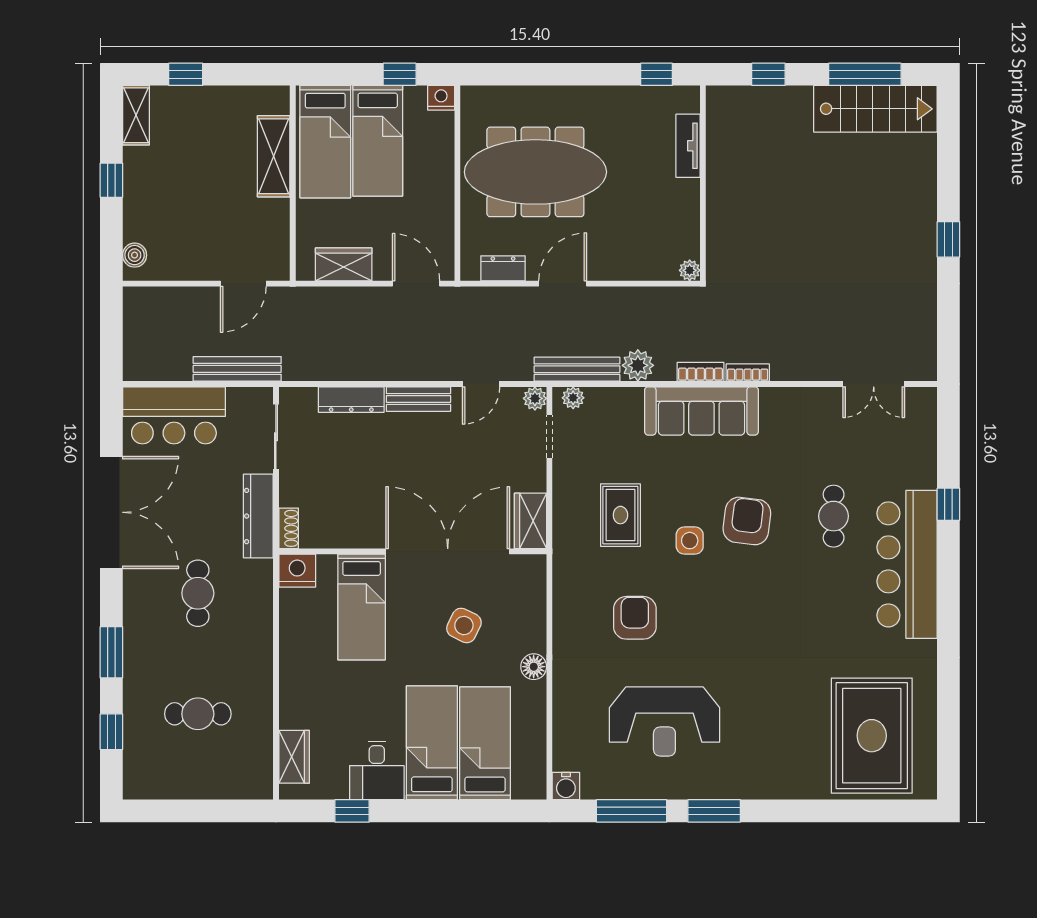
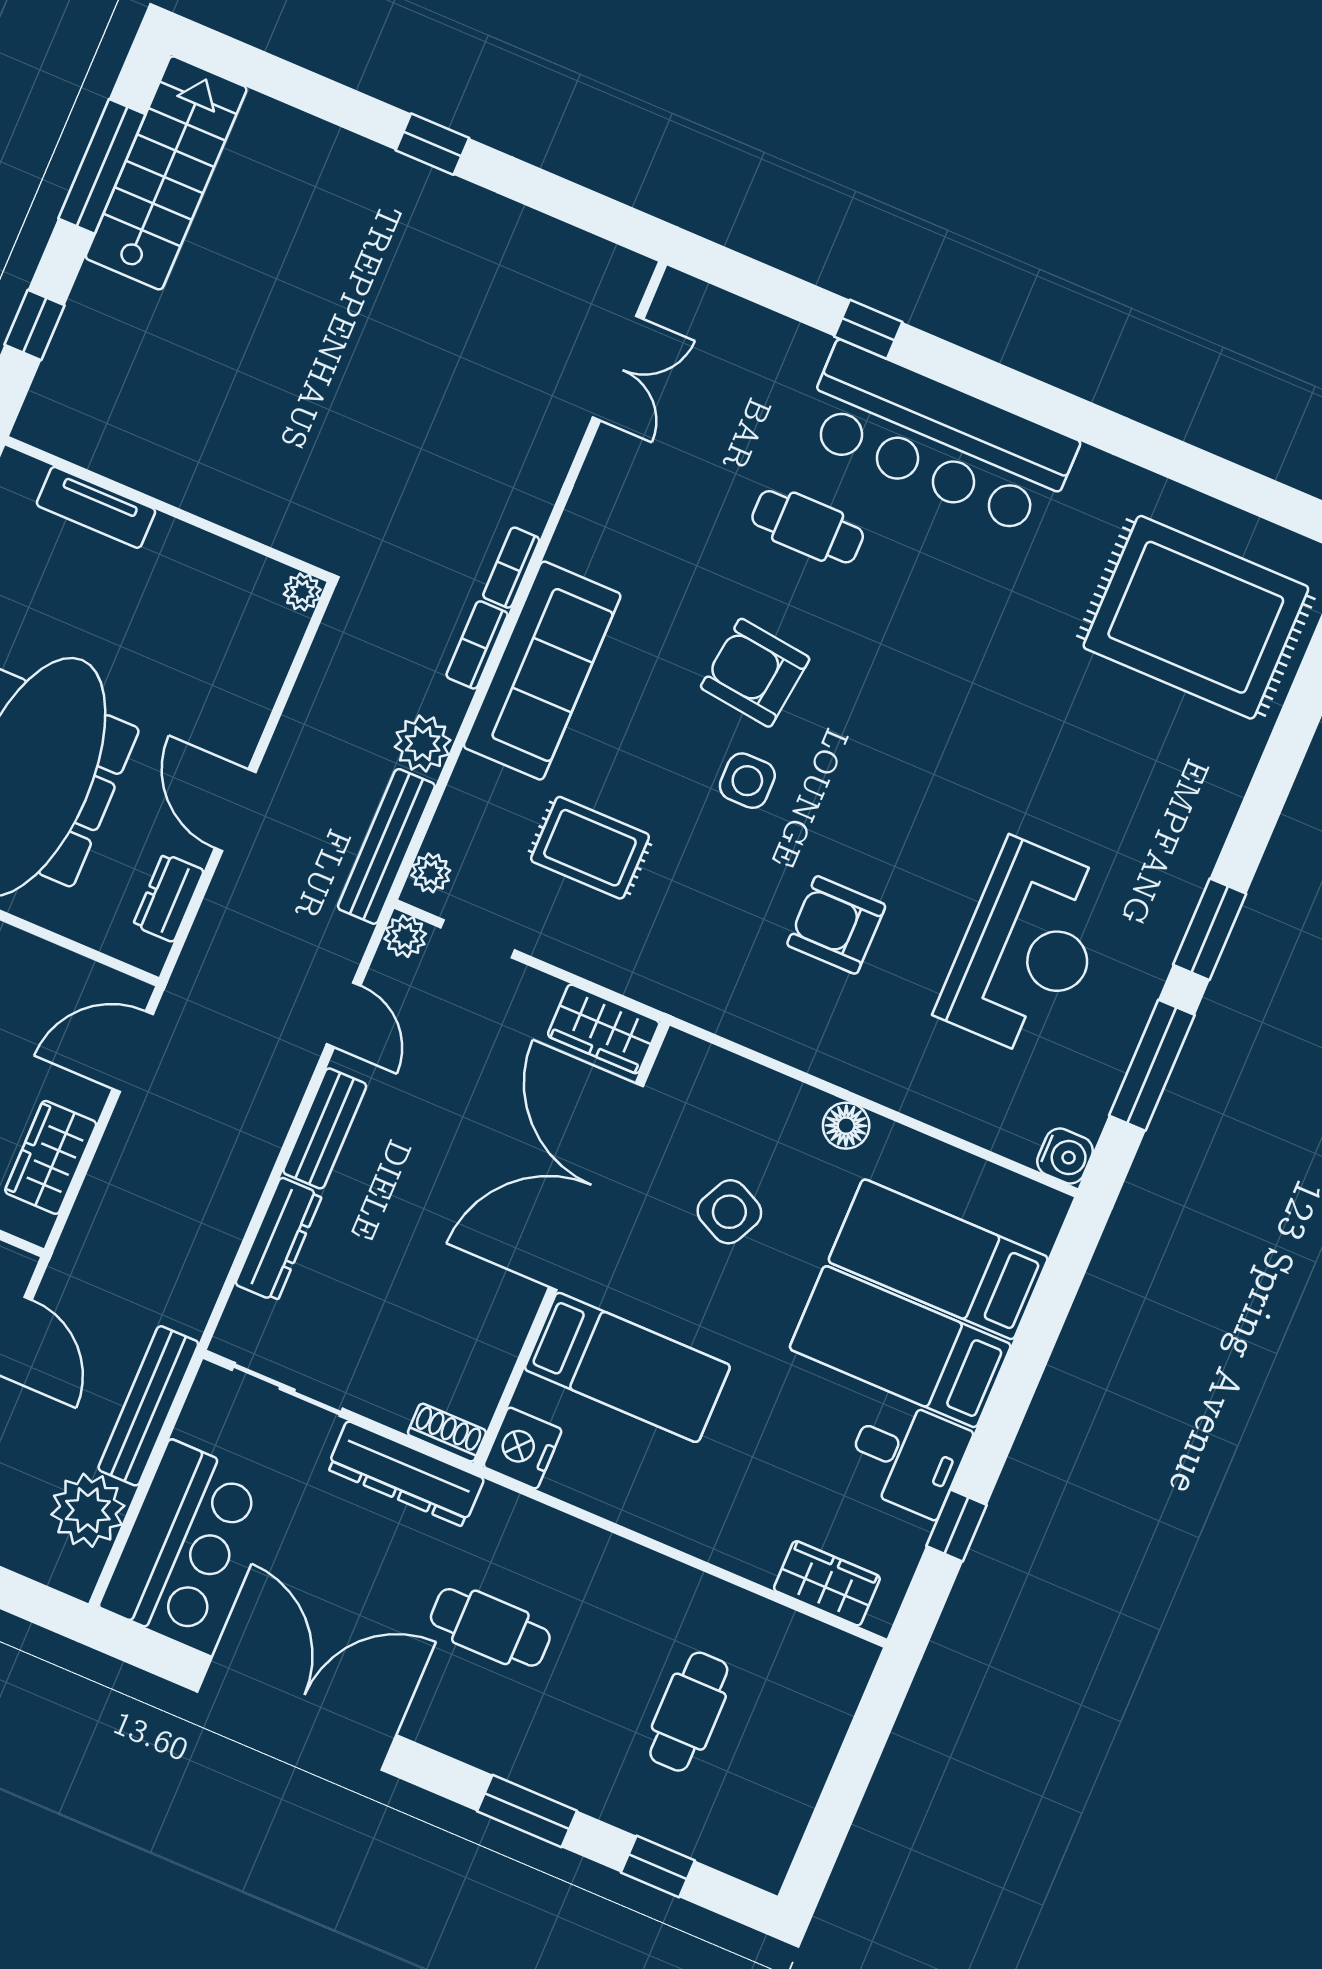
plant: (170, 361) -> (88, 1510), added
rug: (620, 515) -> (590, 848), moved

